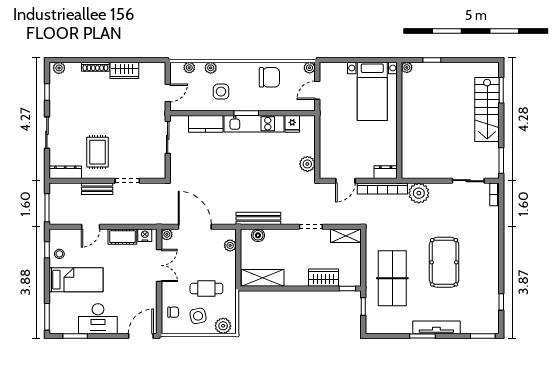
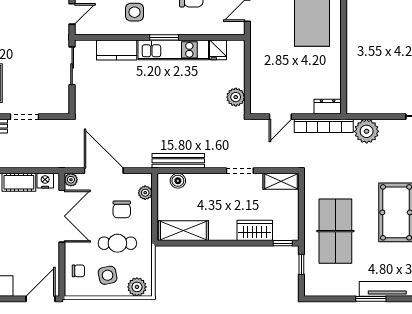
chair: (210, 260) -> (122, 209), added
double door: (159, 265) -> (62, 216), width x1.37

